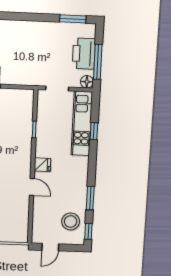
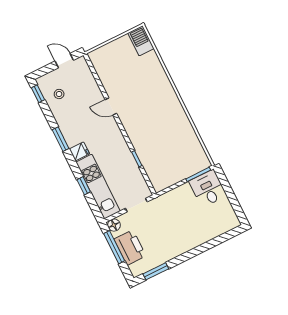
fridge: (42, 165) -> (79, 151), moved, turned 180
window: (90, 198) -> (61, 139), moved
stool: (71, 221) -> (59, 94), width x0.53, depth x0.53
door: (50, 247) -> (64, 61), hinge flipped

